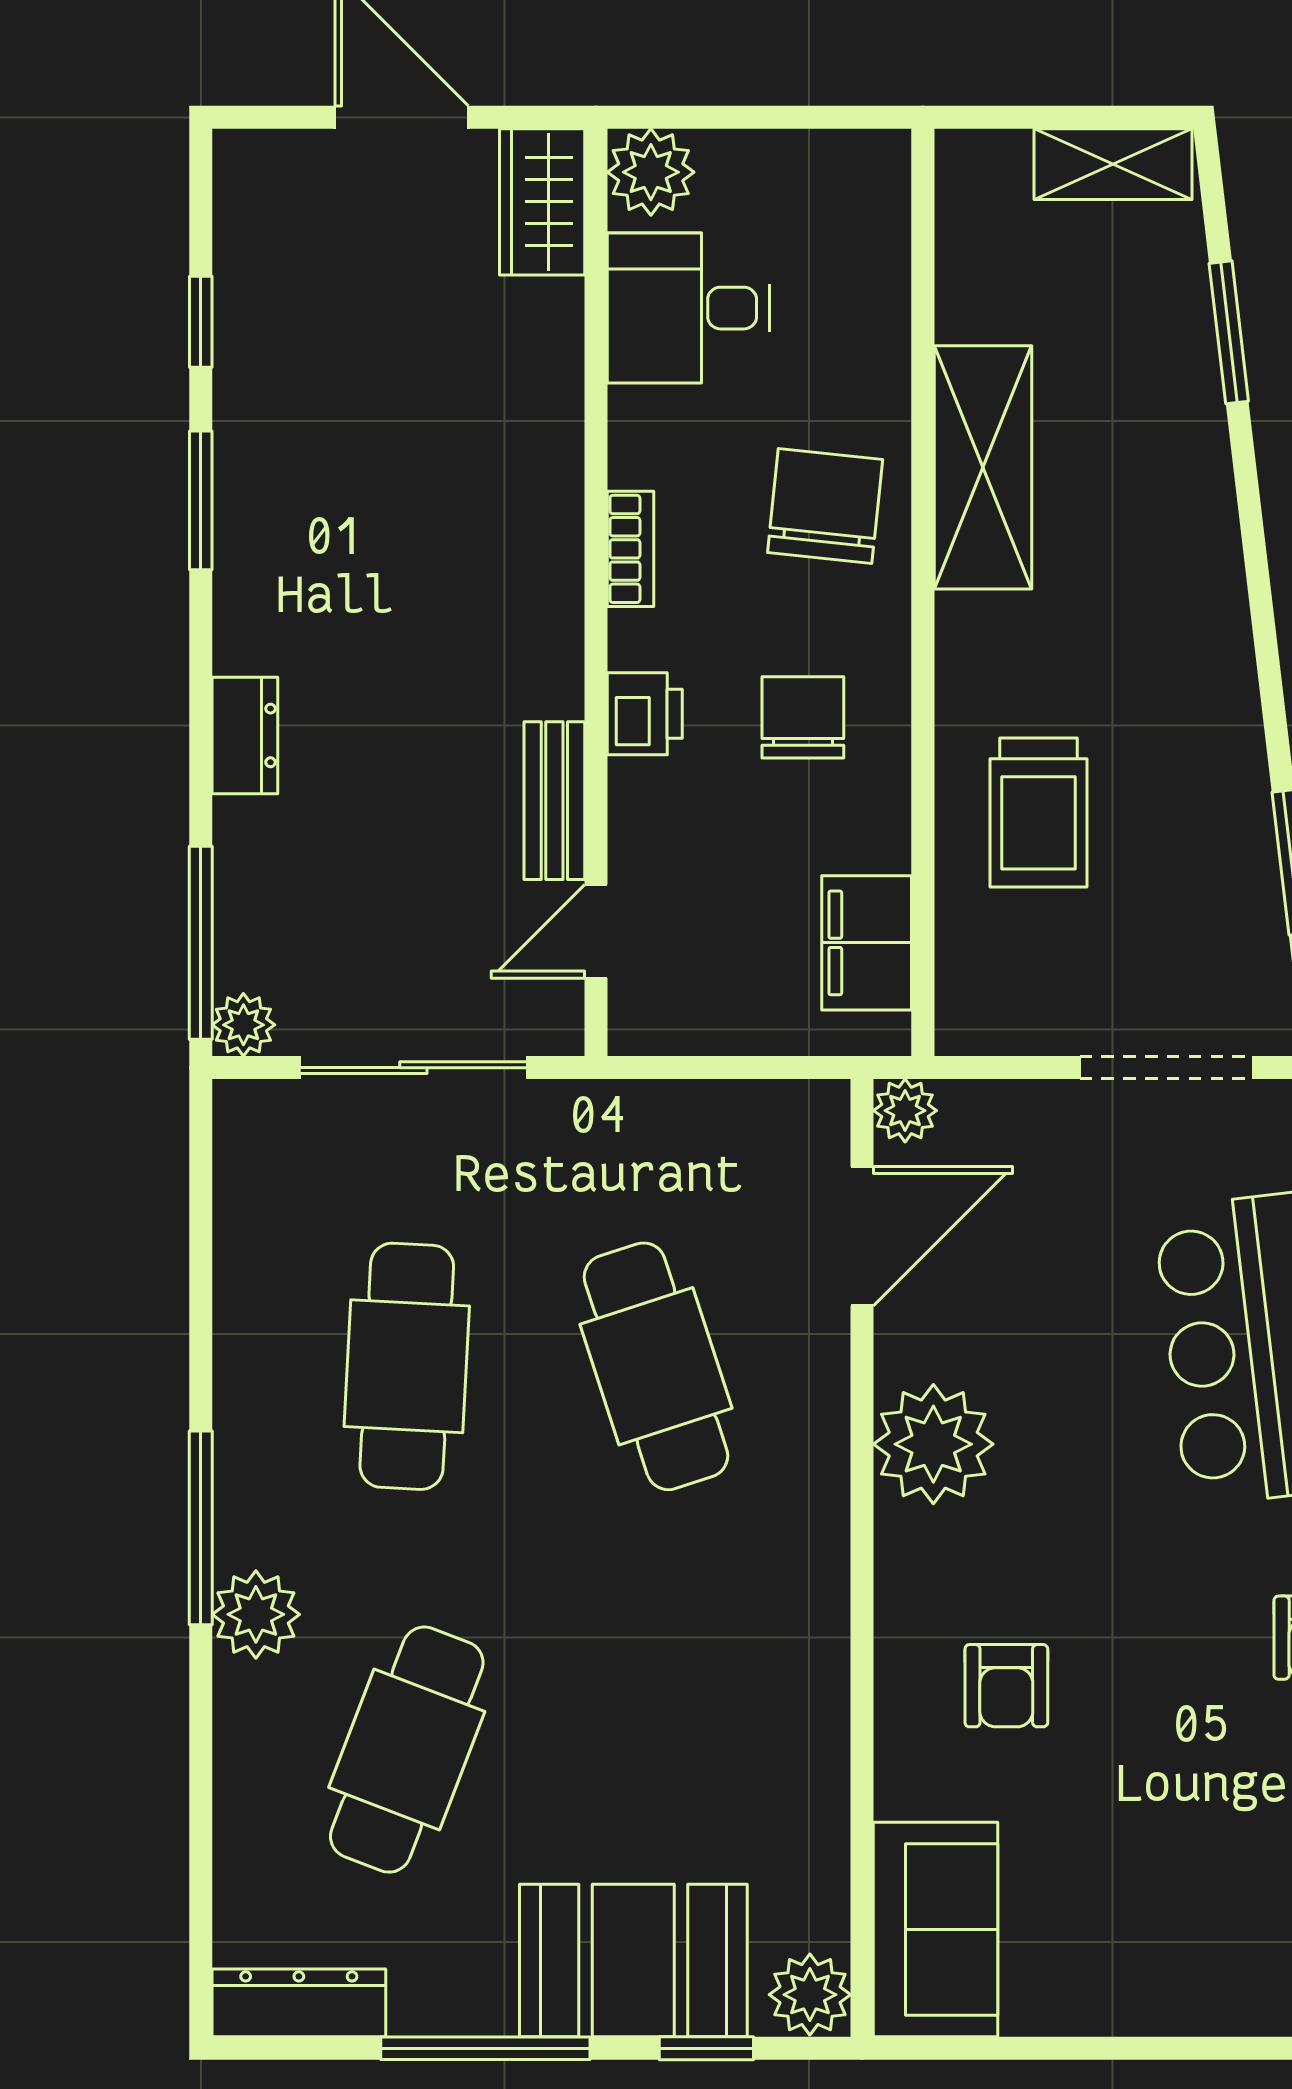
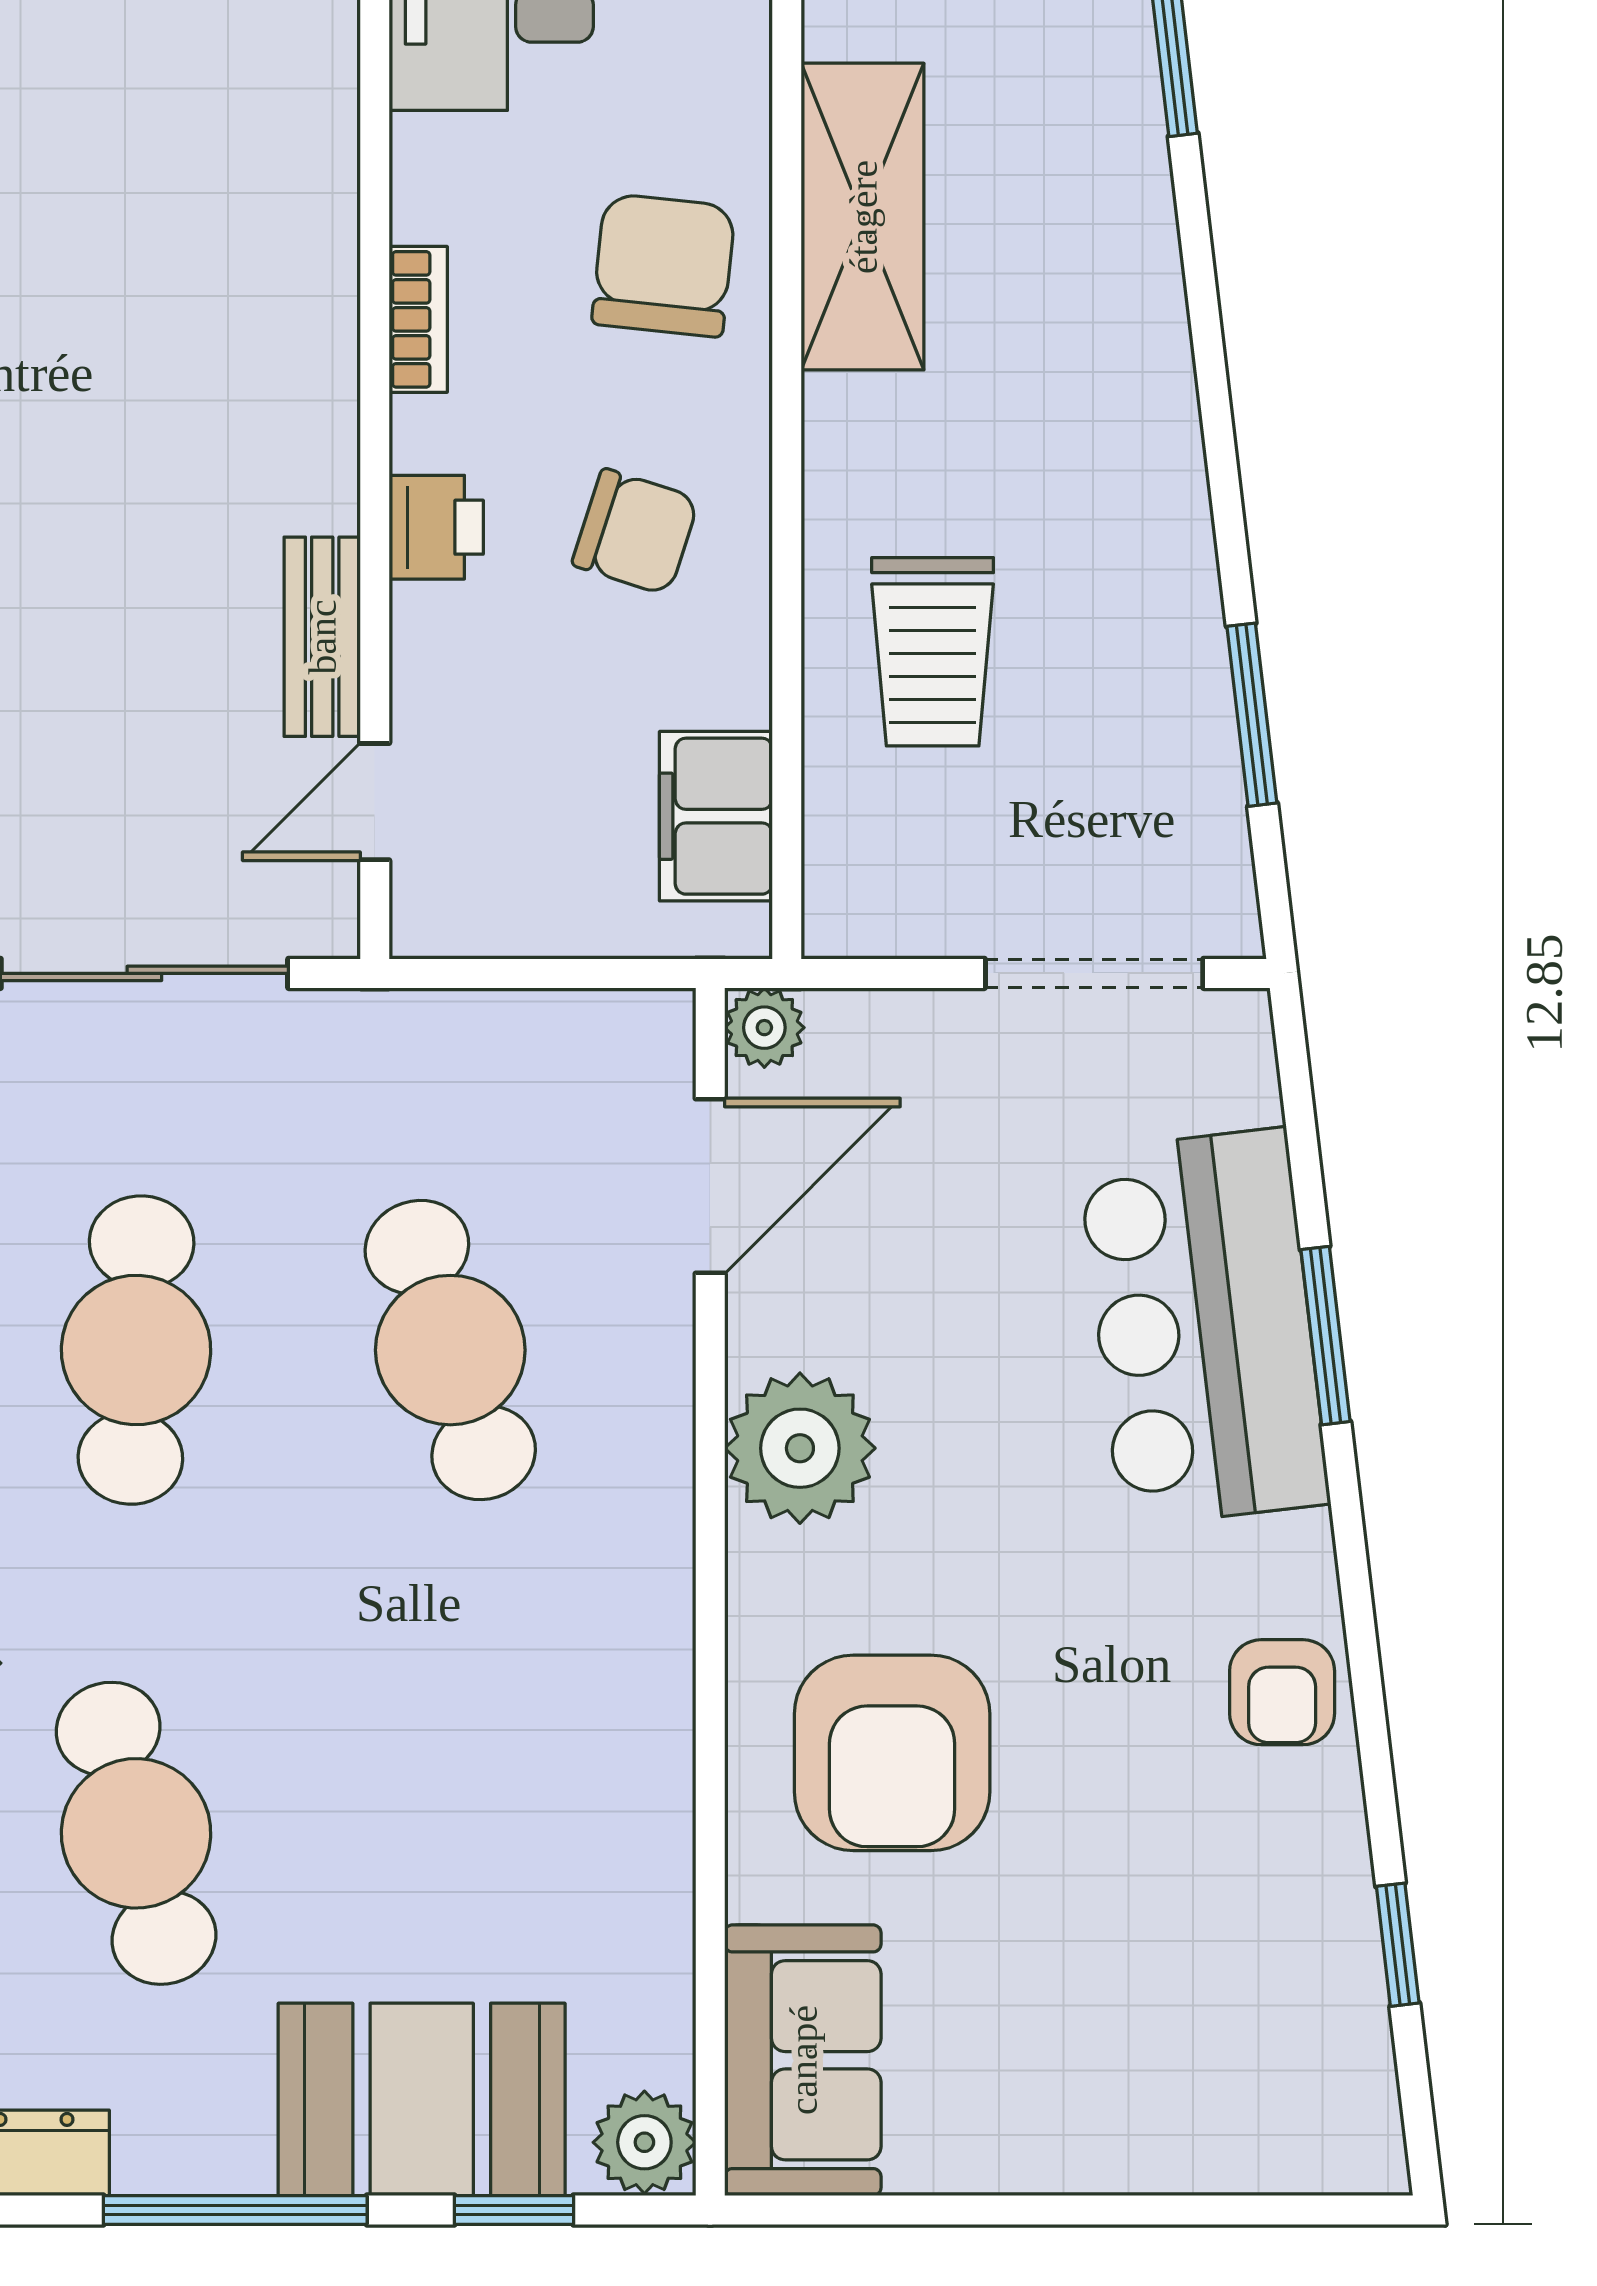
chair: (803, 717) -> (635, 532), turned 108
armchair: (1006, 1686) -> (892, 1753), width x1.88, depth x1.88
cafe table: (407, 1750) -> (136, 1833), turned -36

